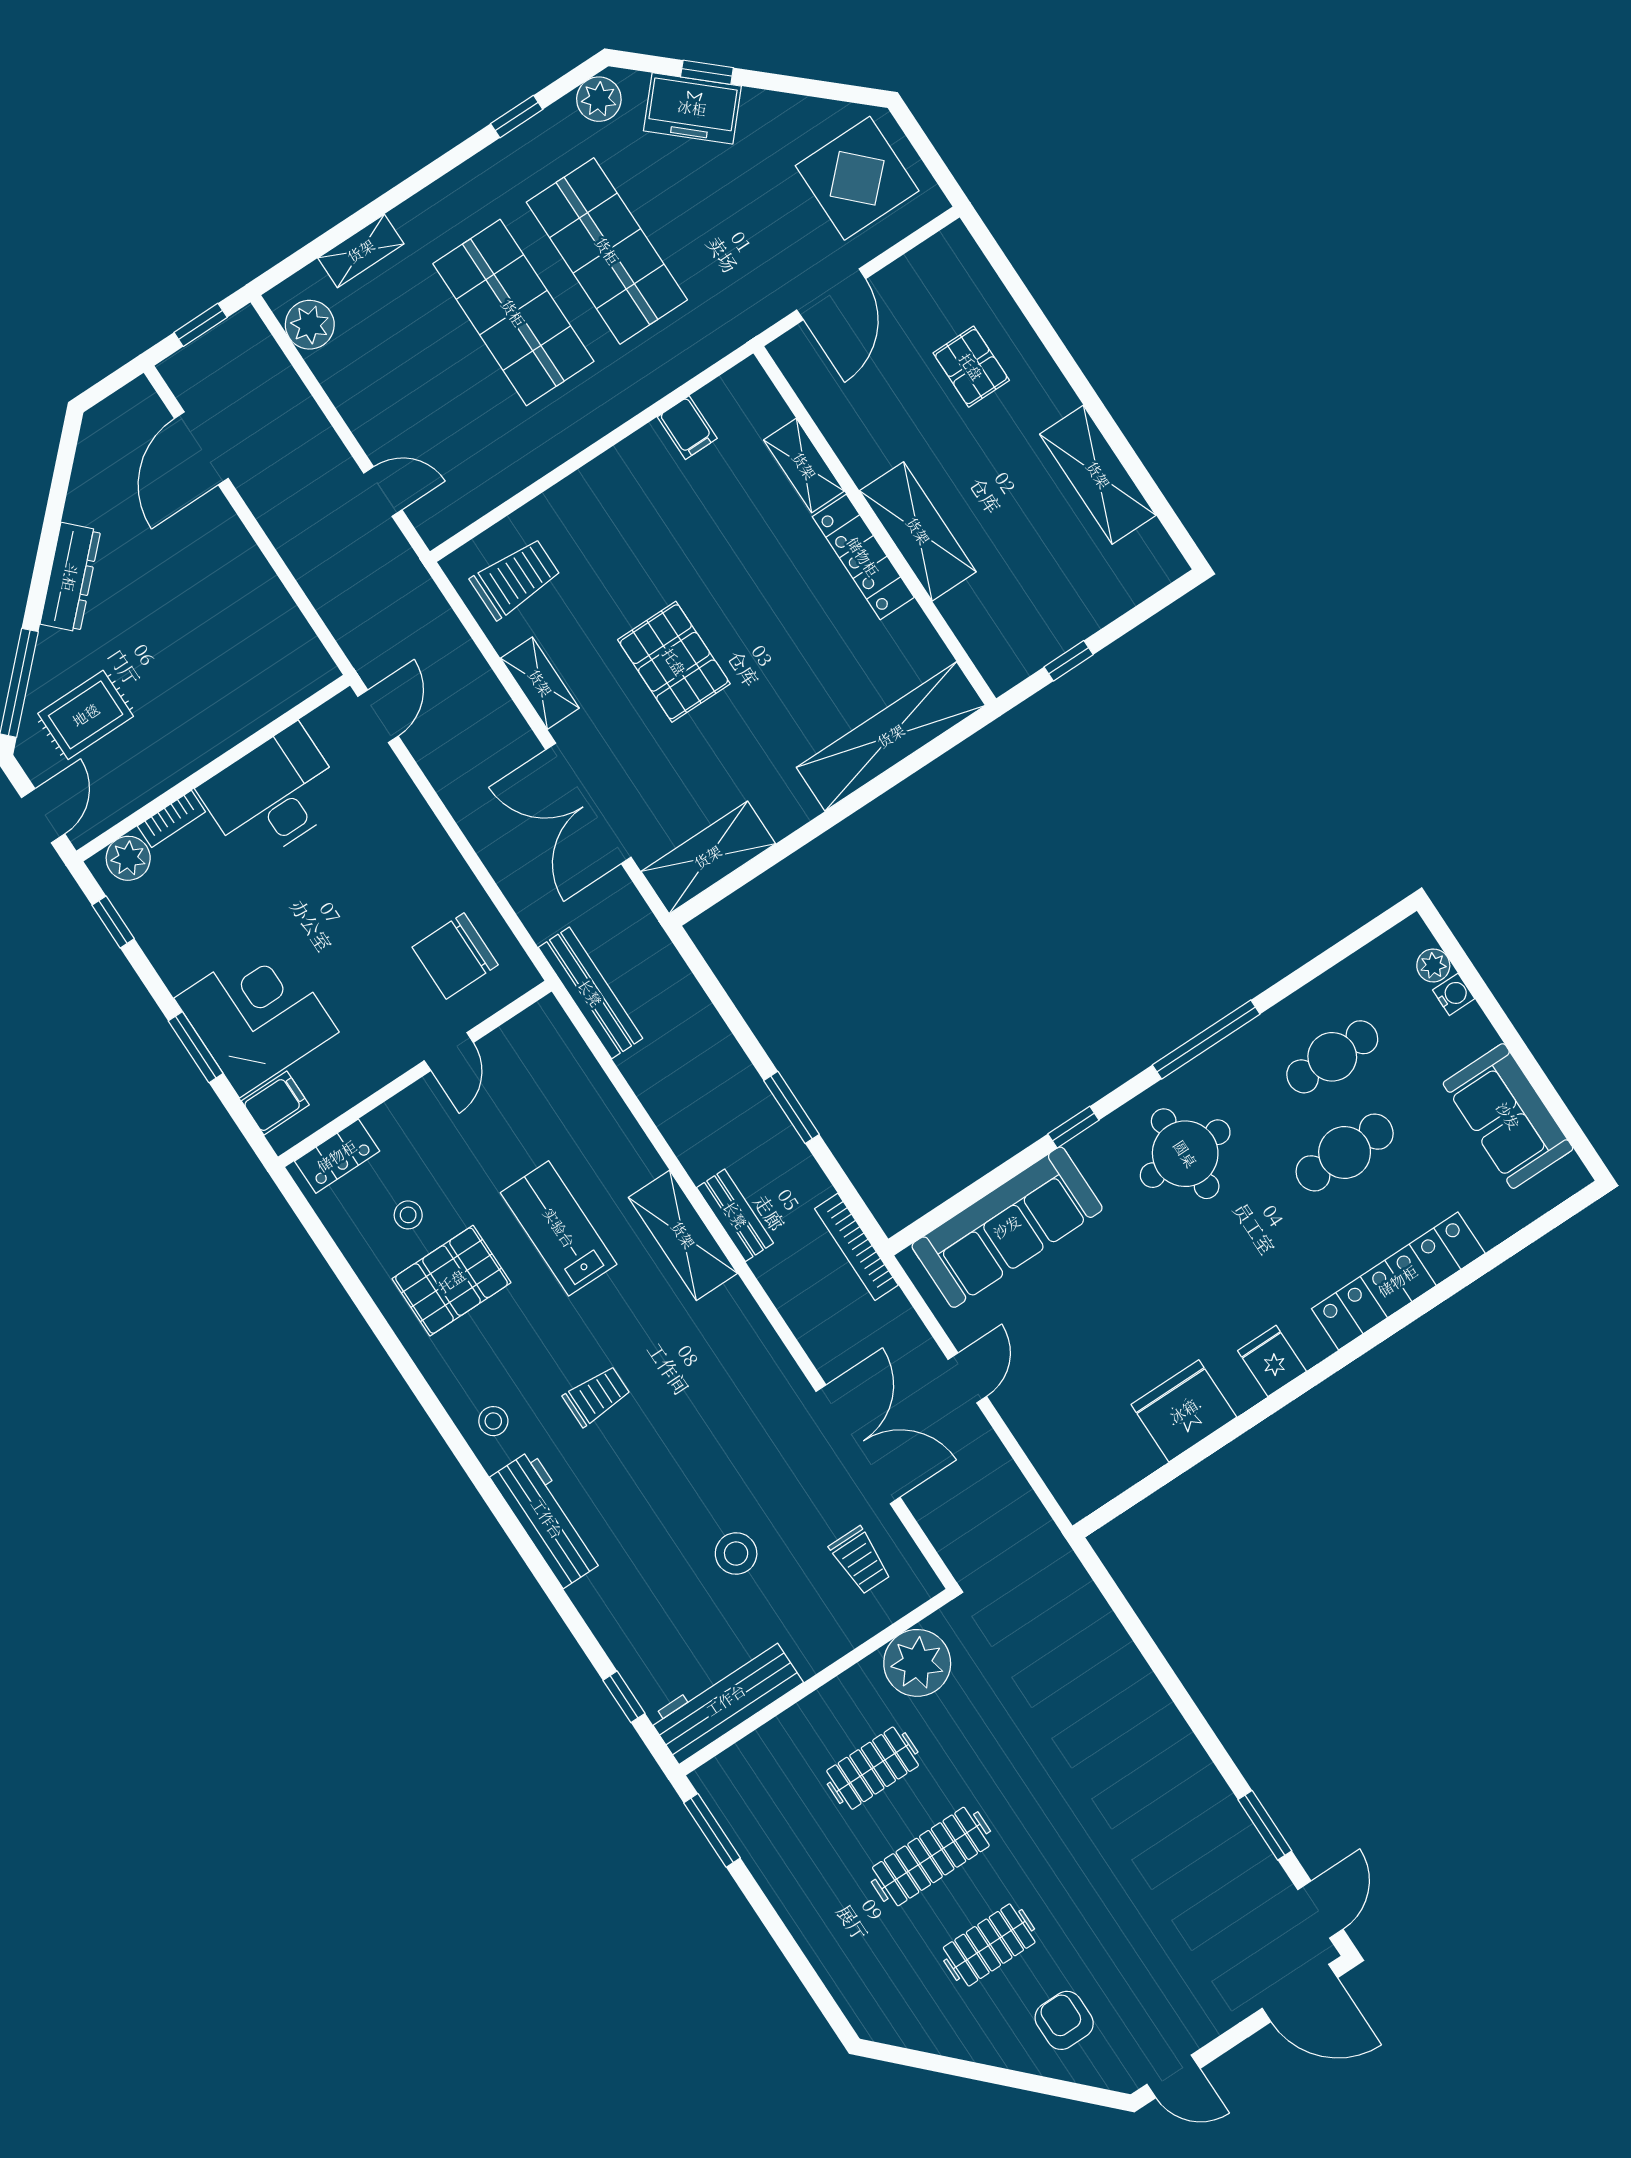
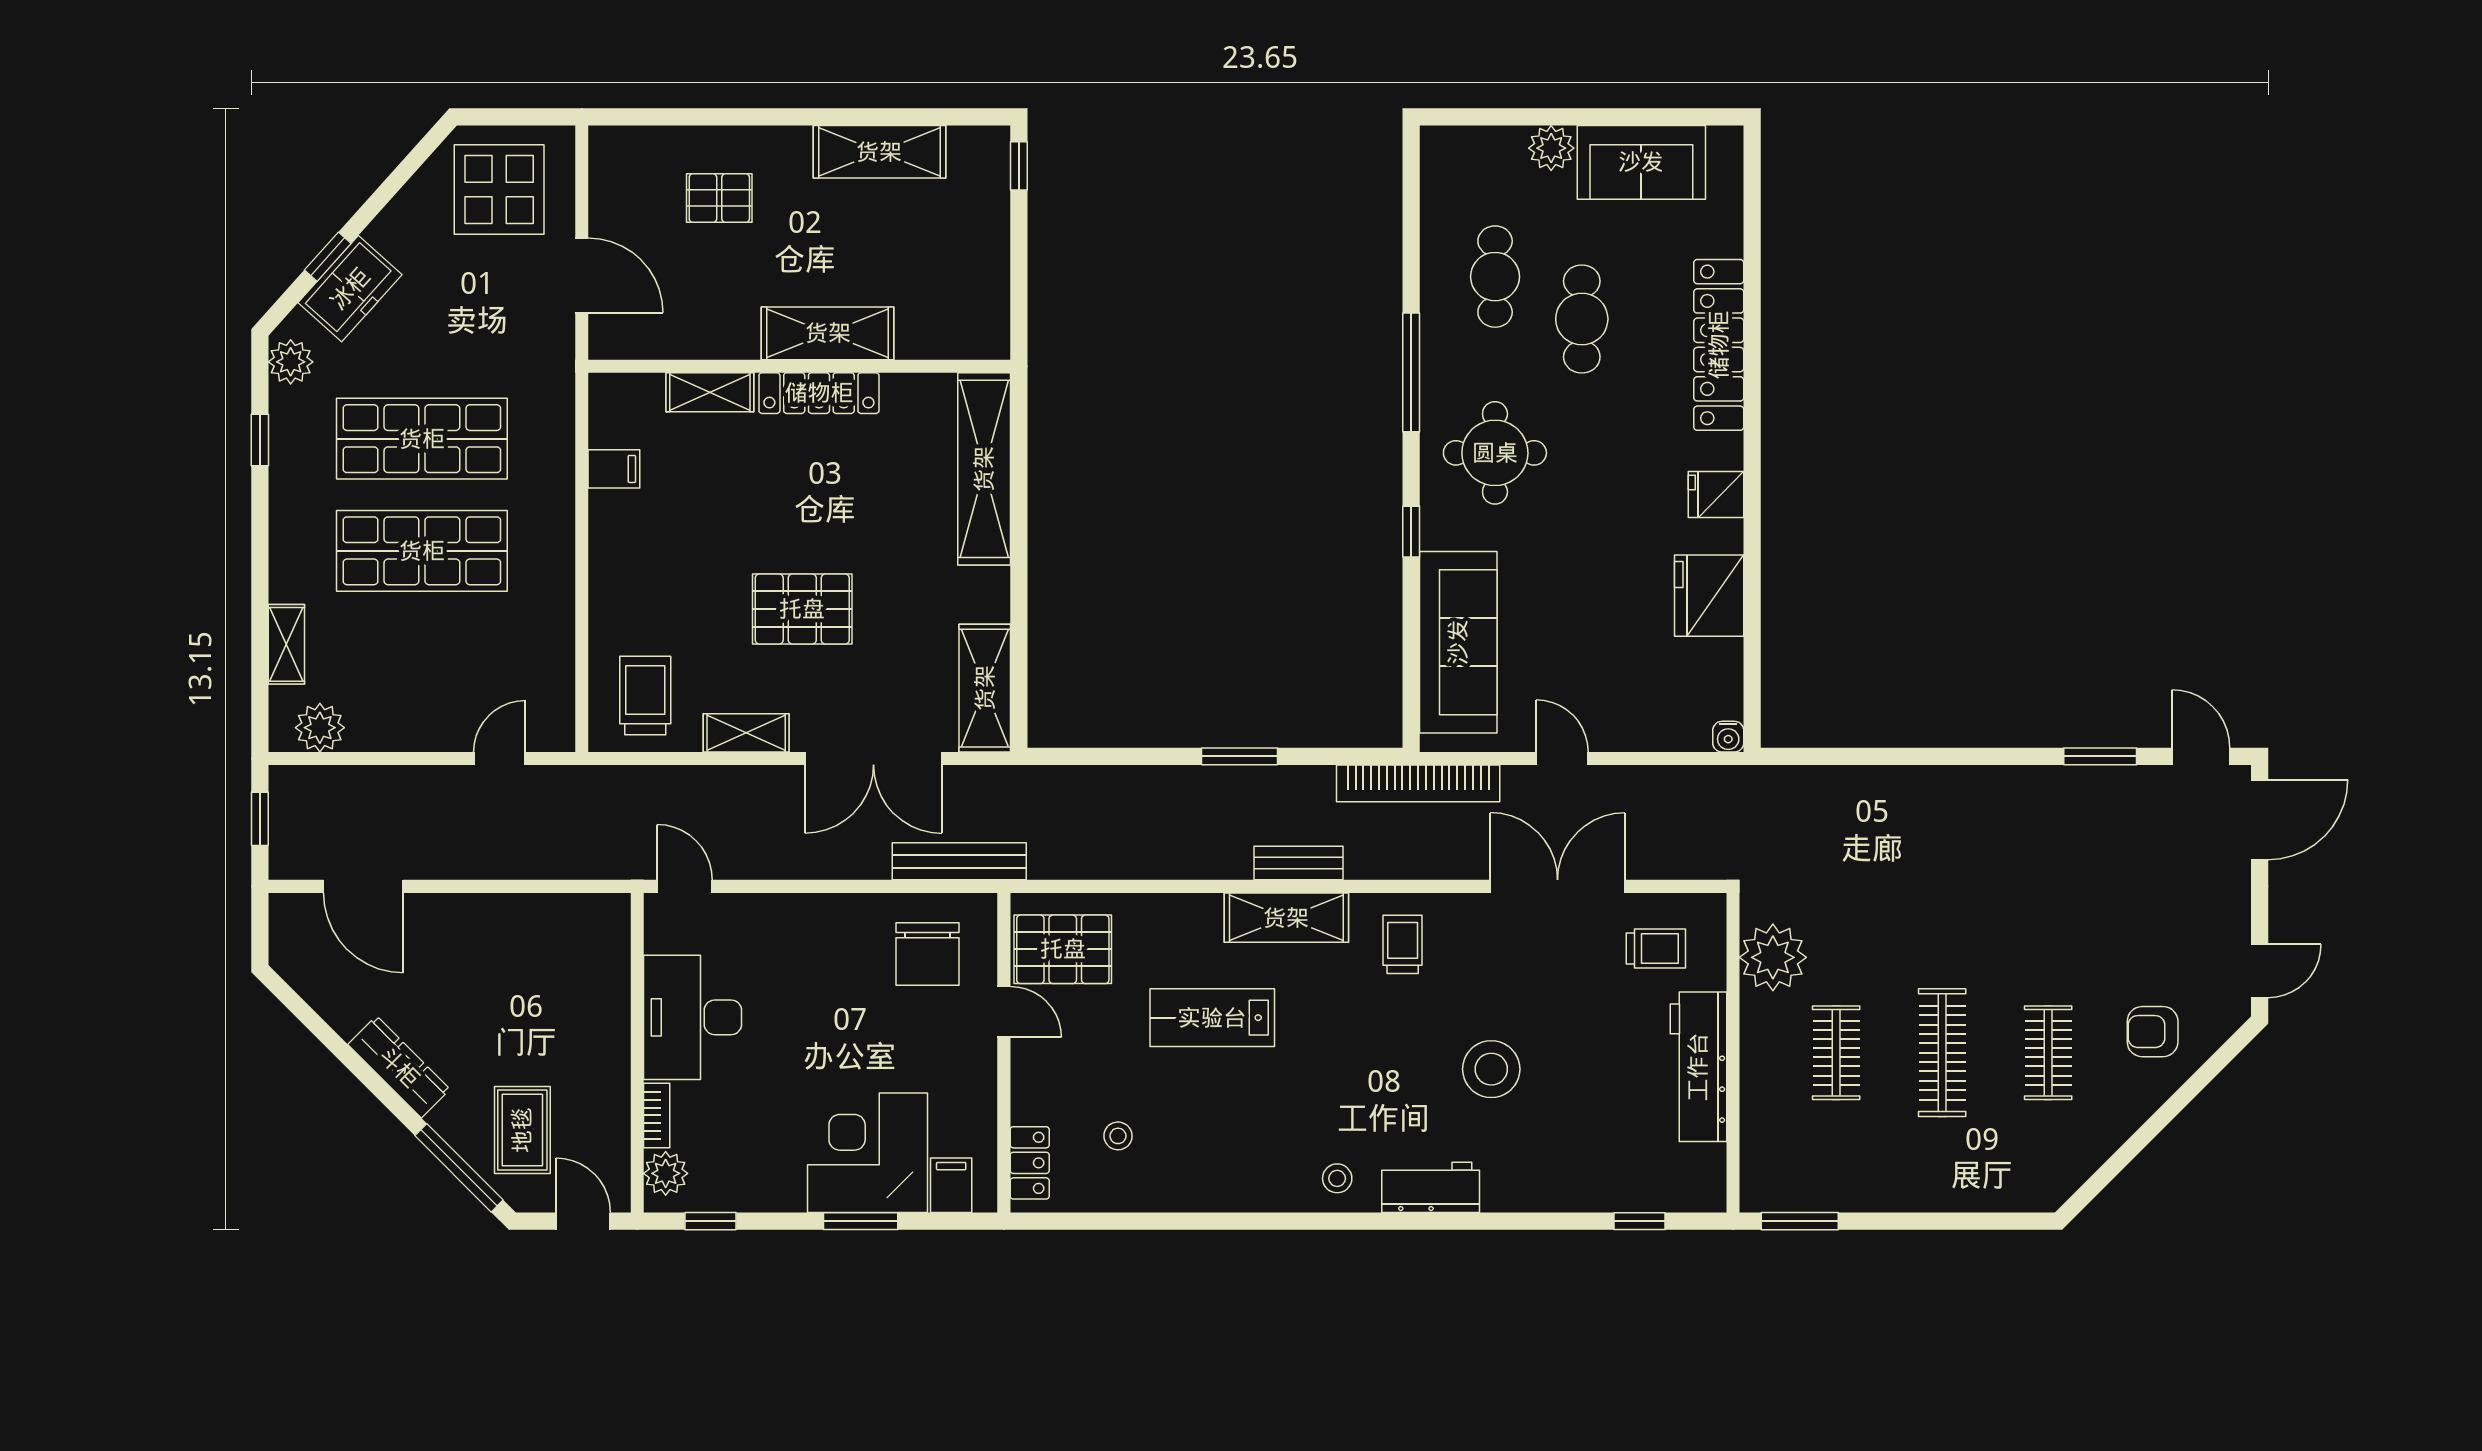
window: (1069, 661) -> (1019, 166), moved
plant: (1433, 965) -> (1551, 148), moved, width x1.38, depth x1.38
bench: (590, 993) -> (959, 861), moved
water cooler: (1454, 994) -> (1728, 737), moved, turned 180
bookcase: (856, 1247) -> (1418, 783), width x1.48, depth x1.31
pallet: (452, 1281) -> (1063, 949), moved, turned 90
trolley: (597, 1396) -> (1403, 944), moved
workbench: (547, 1519) -> (1431, 1187), width x0.73
stool: (736, 1553) -> (1491, 1069), moved, width x1.38, depth x1.38
workbench: (726, 1700) -> (1698, 1067), moved

